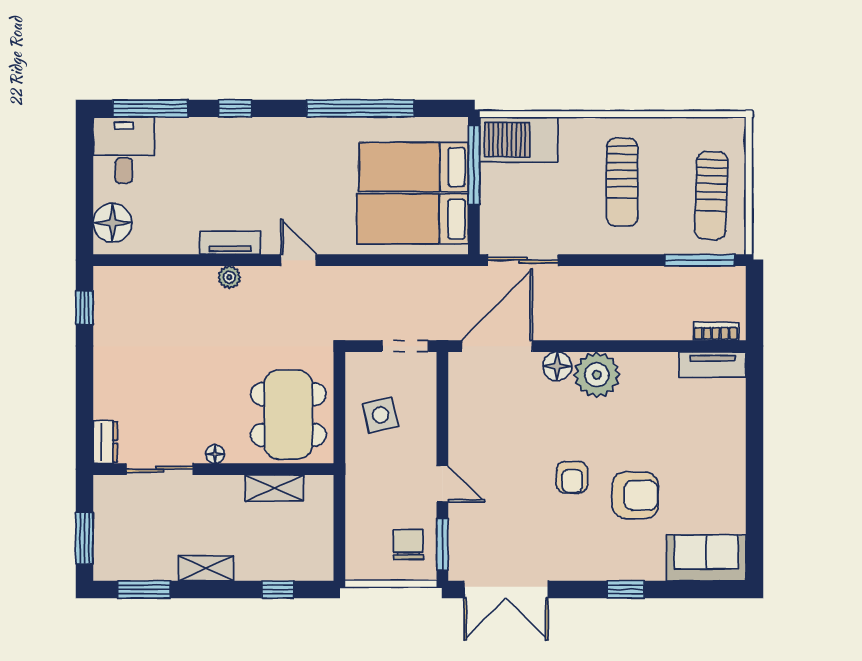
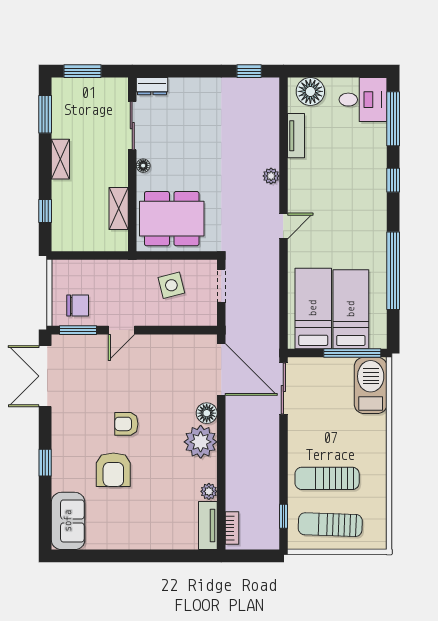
sun lounger: (622, 182) -> (327, 478), moved
tv unit: (230, 243) -> (296, 136), moved
window: (700, 260) -> (283, 516), width x0.46
doorway: (405, 346) -> (221, 286), moved
plant: (665, 363) -> (209, 491), added

